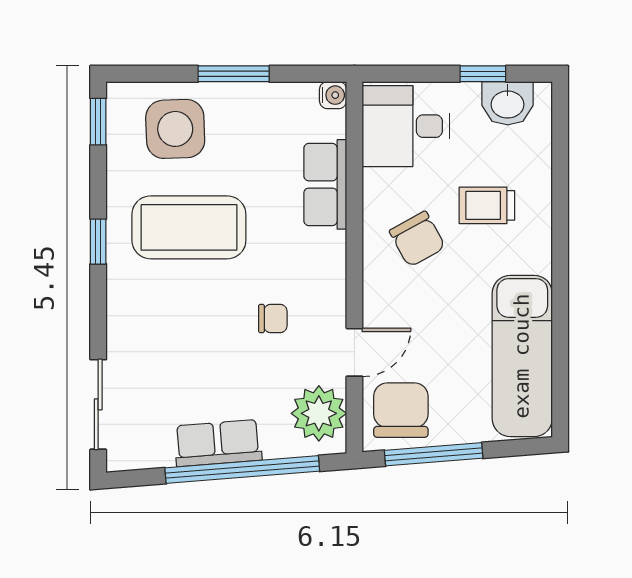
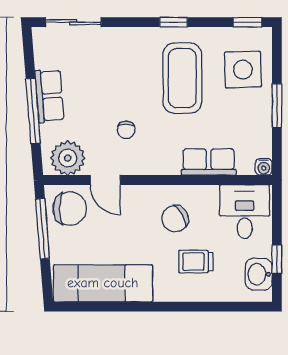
trolley: (487, 205) -> (196, 262), turned -90
window: (242, 470) -> (33, 111), width x0.68

